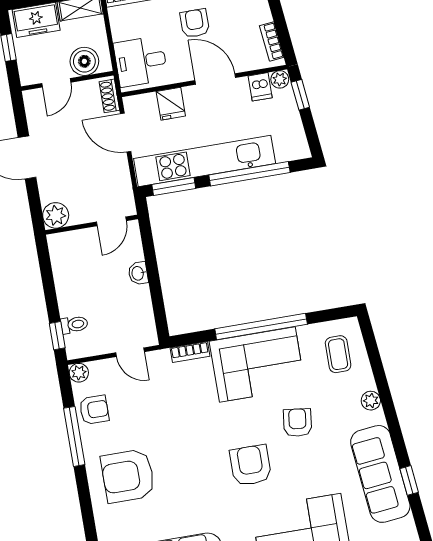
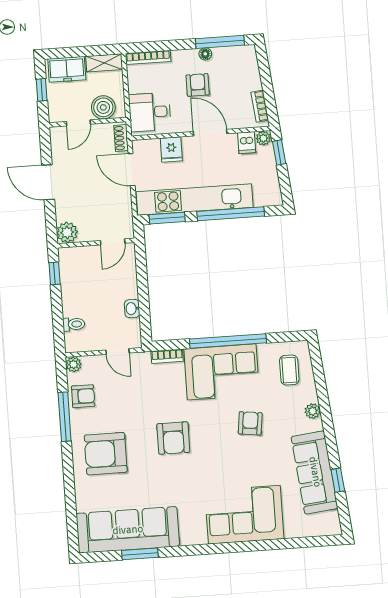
washbasin: (138, 273) -> (132, 309), moved
window: (57, 336) -> (55, 273), moved
armchair: (251, 465) -> (173, 438), moved, turned 180

